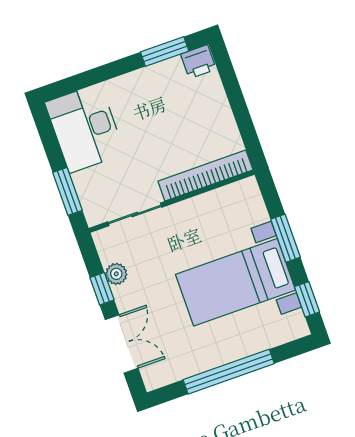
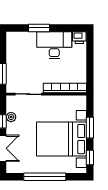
window: (165, 52) -> (39, 28), moved
desk: (85, 128) -> (54, 45), moved, turned 90
bed with nightstands: (235, 282) -> (62, 139), width x1.36

